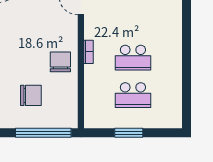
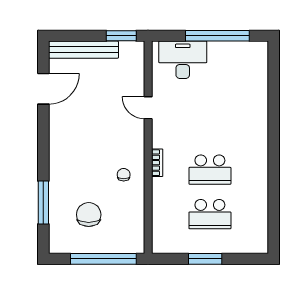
chair: (60, 62) -> (124, 175), width x0.54, depth x0.54
chair: (31, 95) -> (89, 215), turned -90

